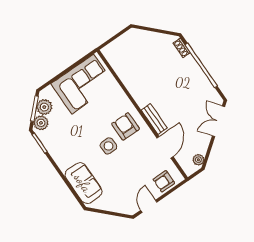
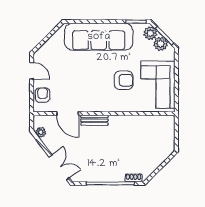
armchair: (126, 126) -> (124, 80), moved
side table: (108, 146) -> (98, 72), removed
sofa: (83, 183) -> (99, 37), width x1.85, depth x1.27

